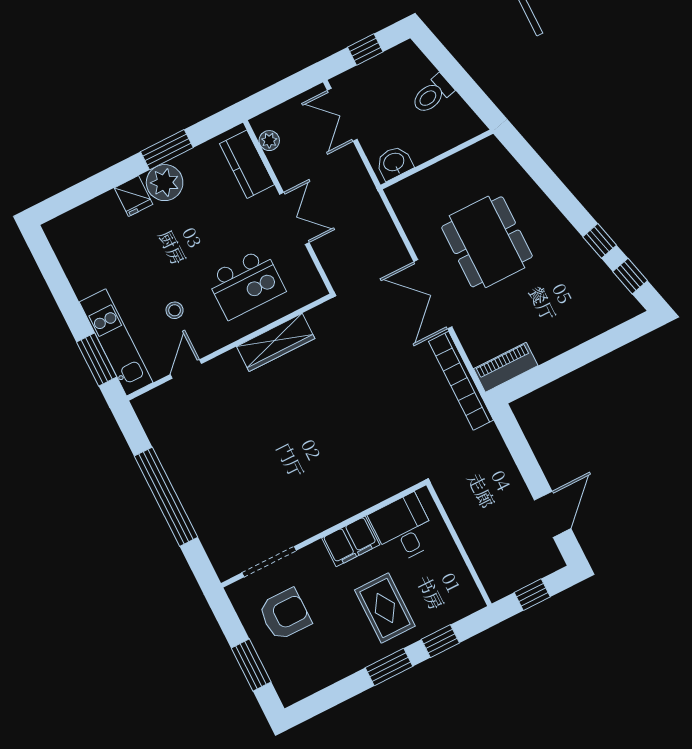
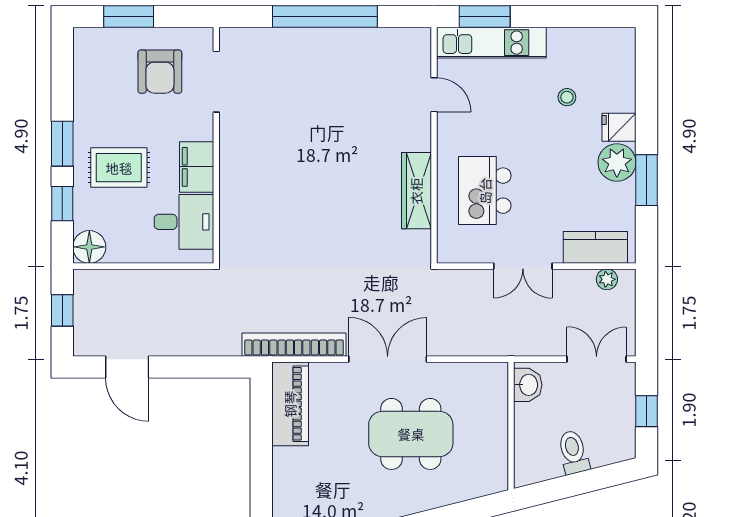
stool: (175, 310) -> (567, 97), moved
piano: (506, 367) -> (290, 404), width x1.37, depth x1.33
floor lamp: (466, 599) -> (89, 247), added

